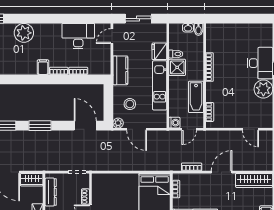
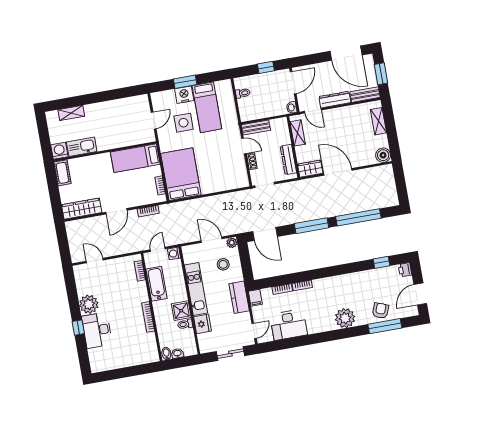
filing cabinet: (43, 67) -> (255, 298), moved
window: (40, 126) -> (312, 226), width x1.44

